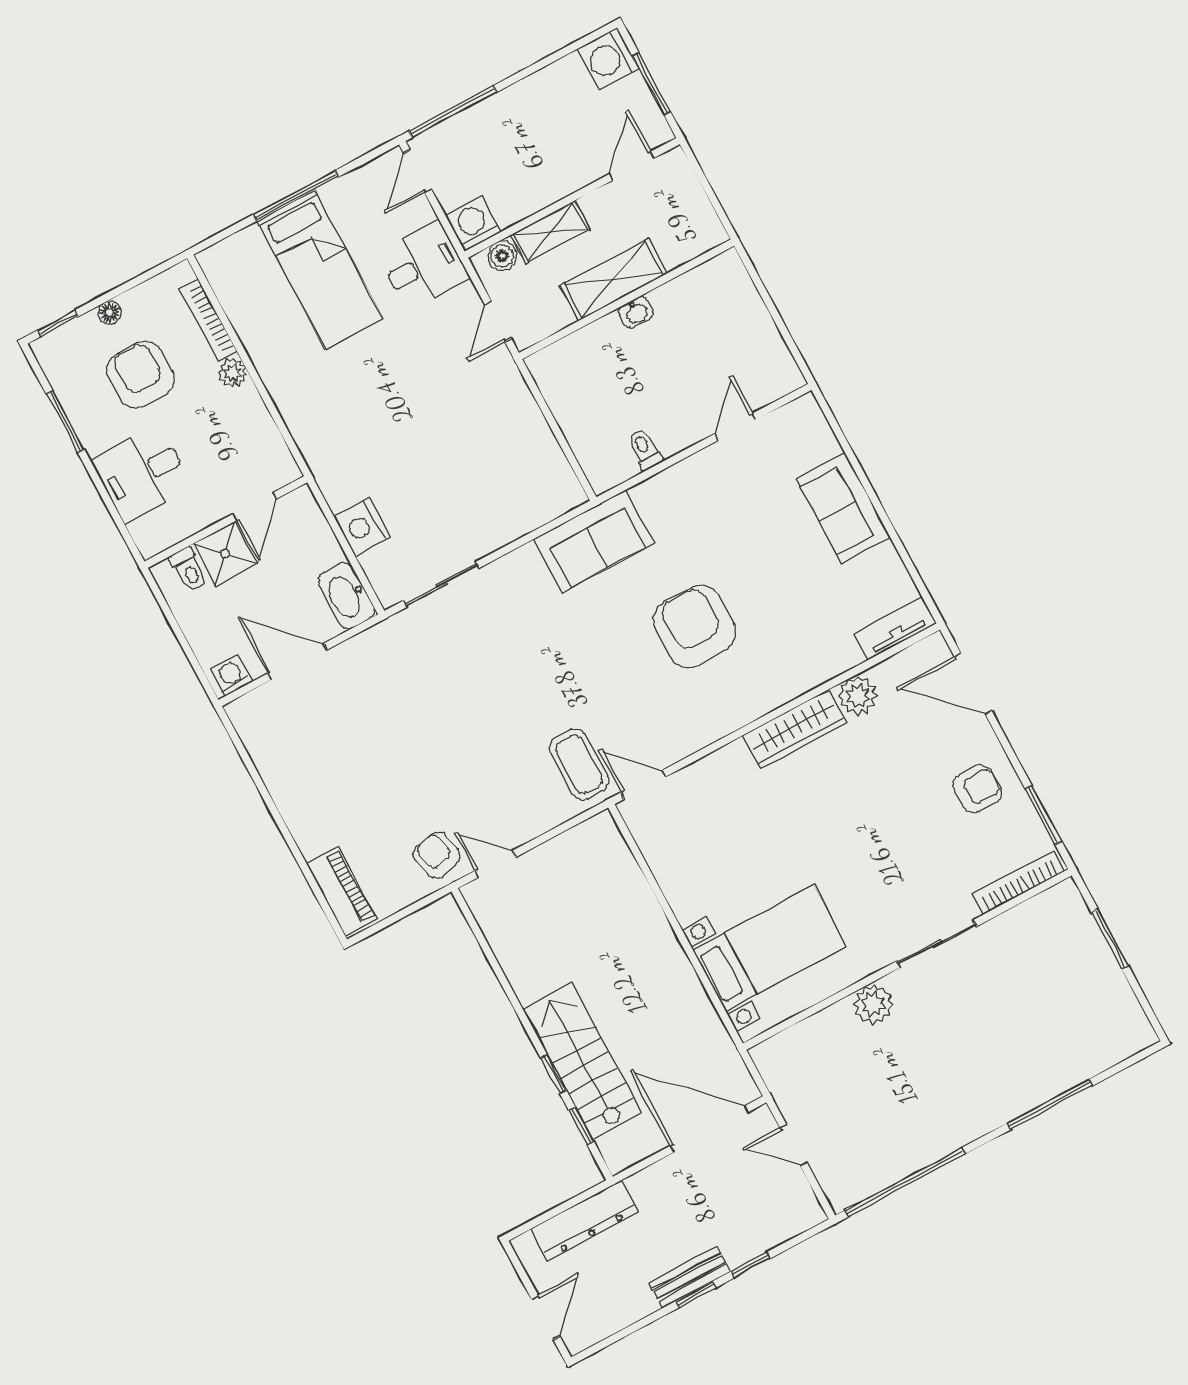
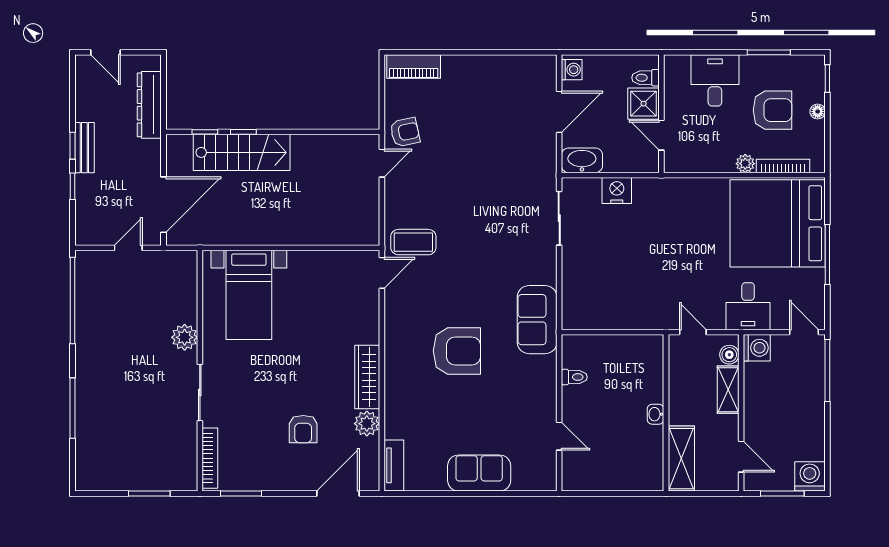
bed: (320, 270) -> (778, 223), width x2.04
shelving: (614, 279) -> (681, 459), moved
armchair: (977, 789) -> (303, 429), moved

